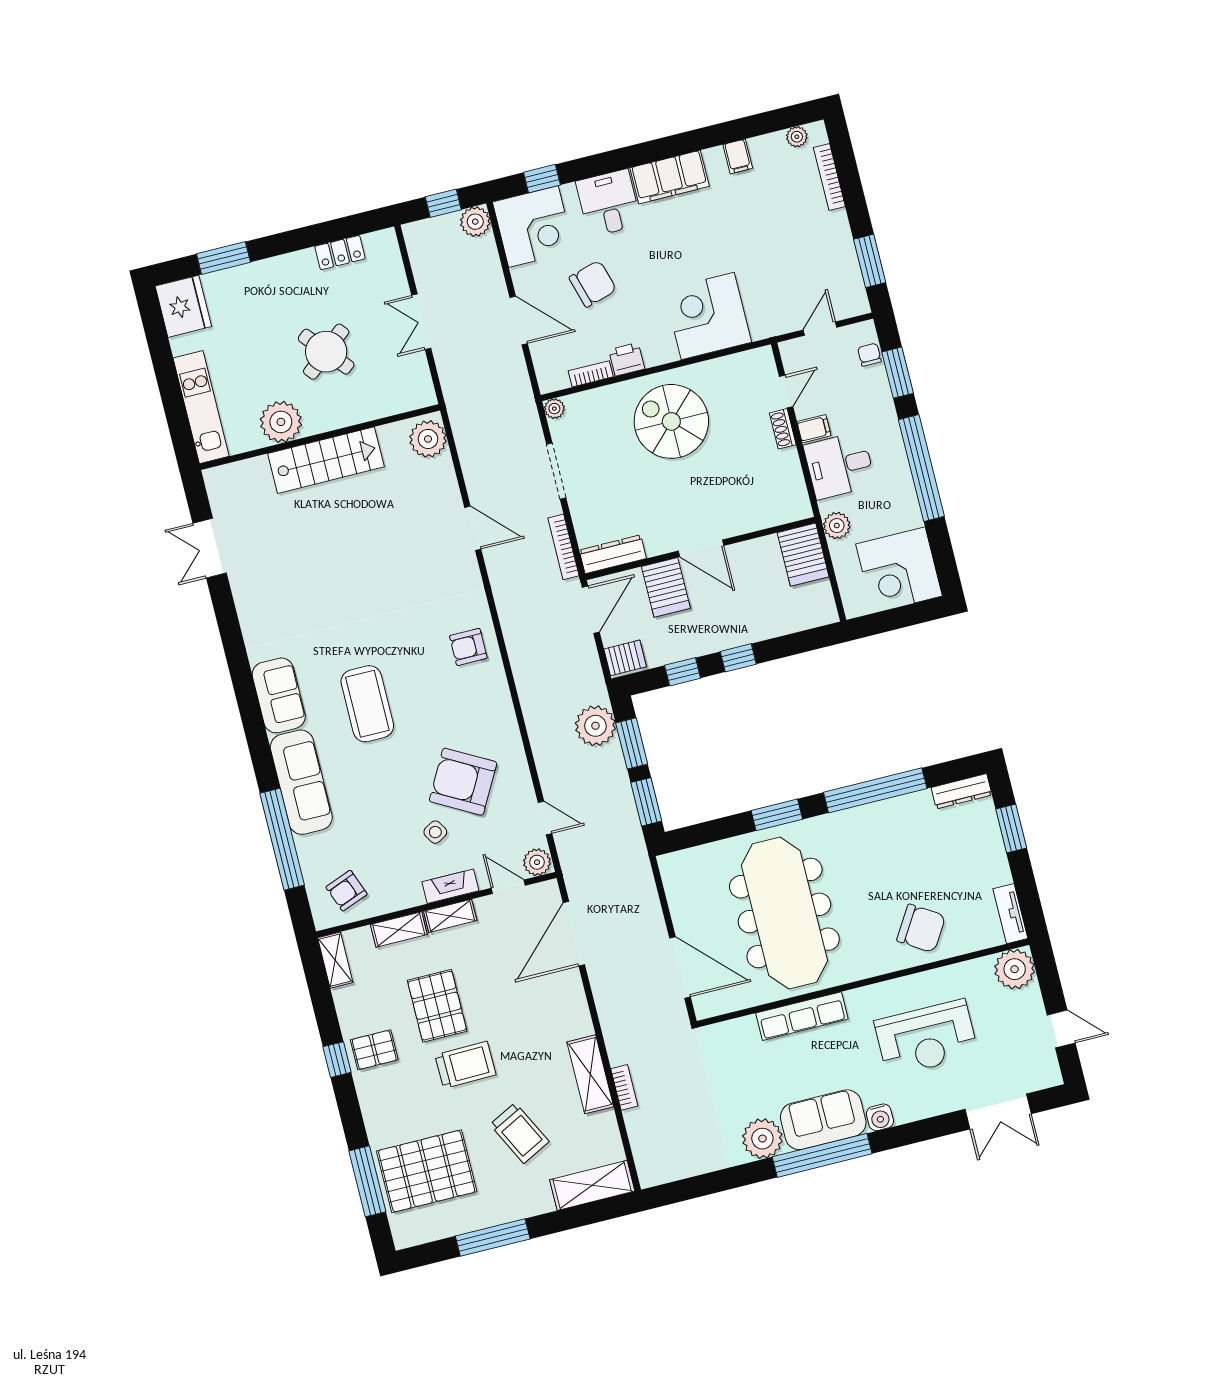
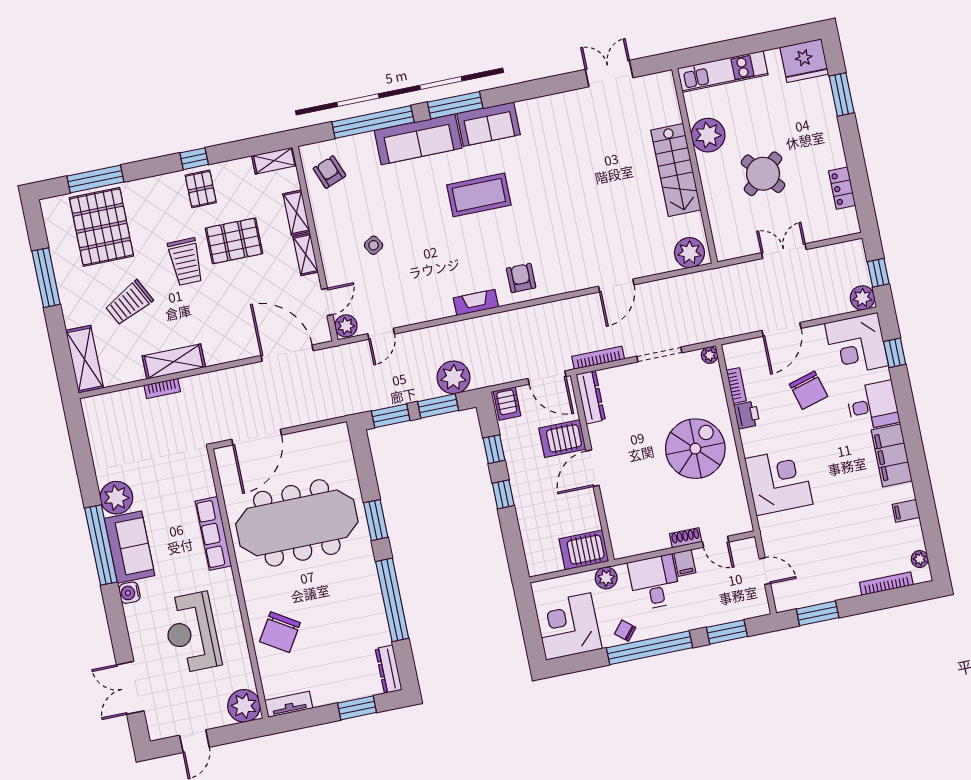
chair: (869, 355) -> (625, 631), moved, turned -140
window: (257, 738) -> (455, 105), added
armchair: (463, 782) -> (413, 269), removed
fireplace: (450, 886) -> (476, 302), moved, turned -90

